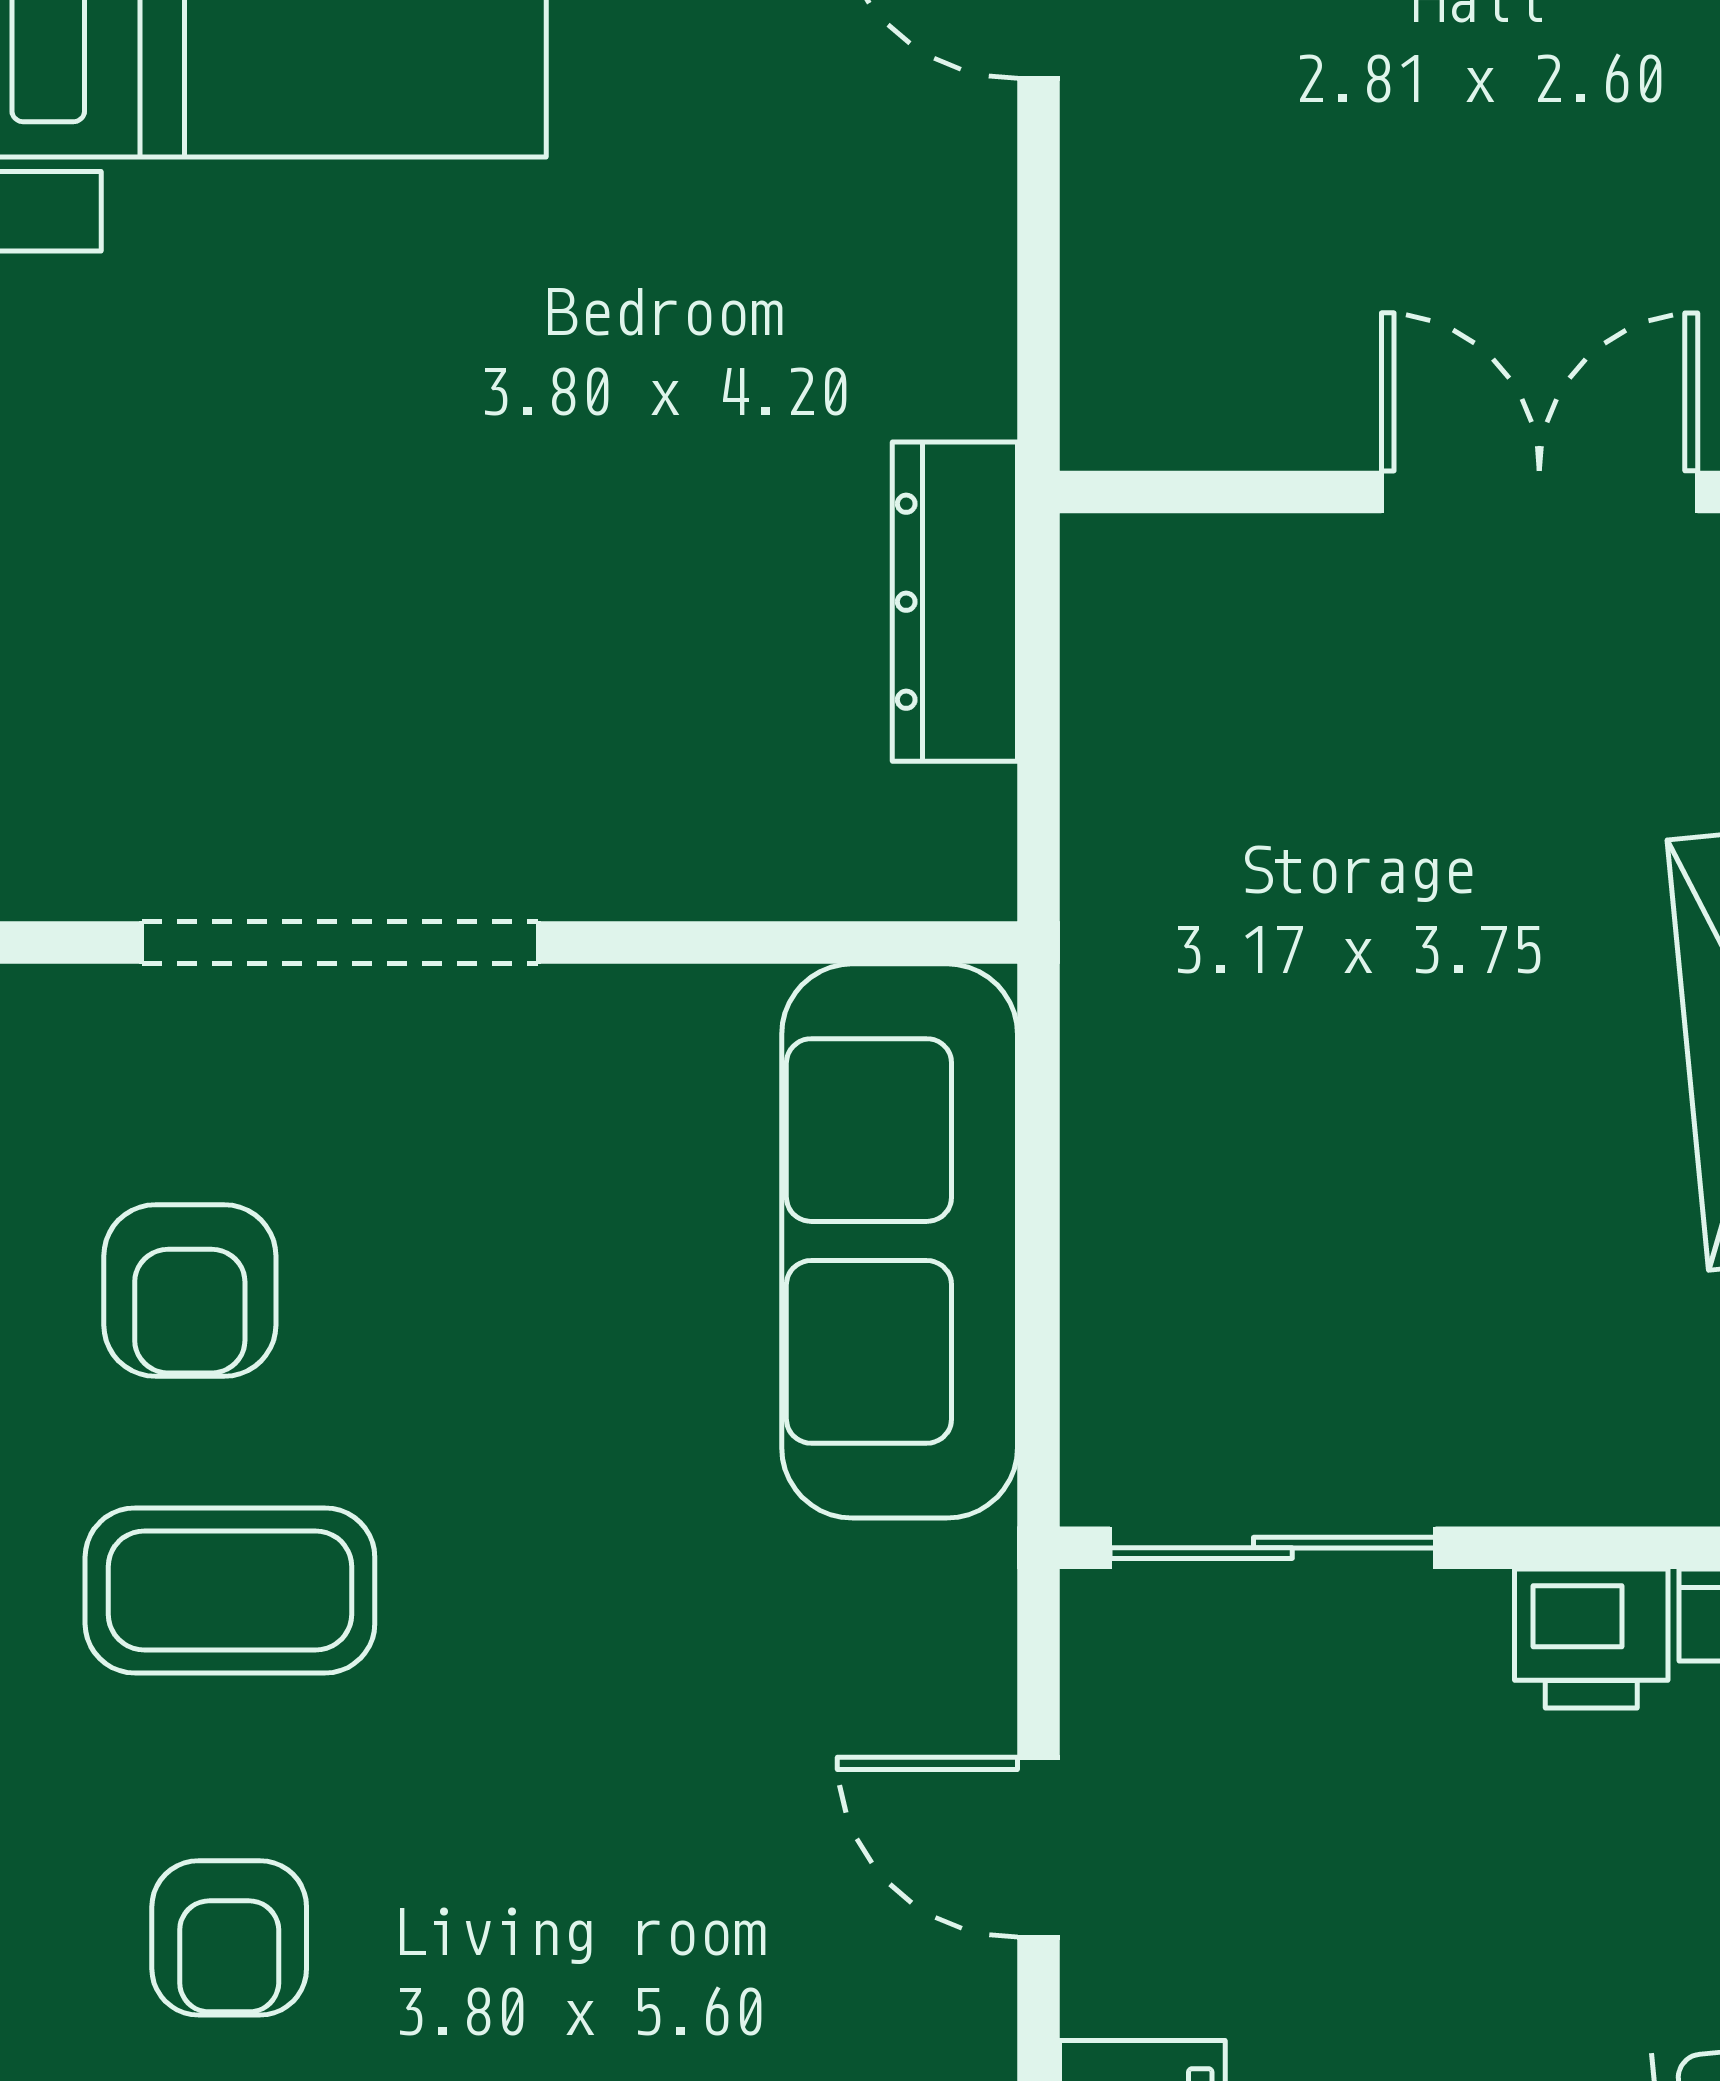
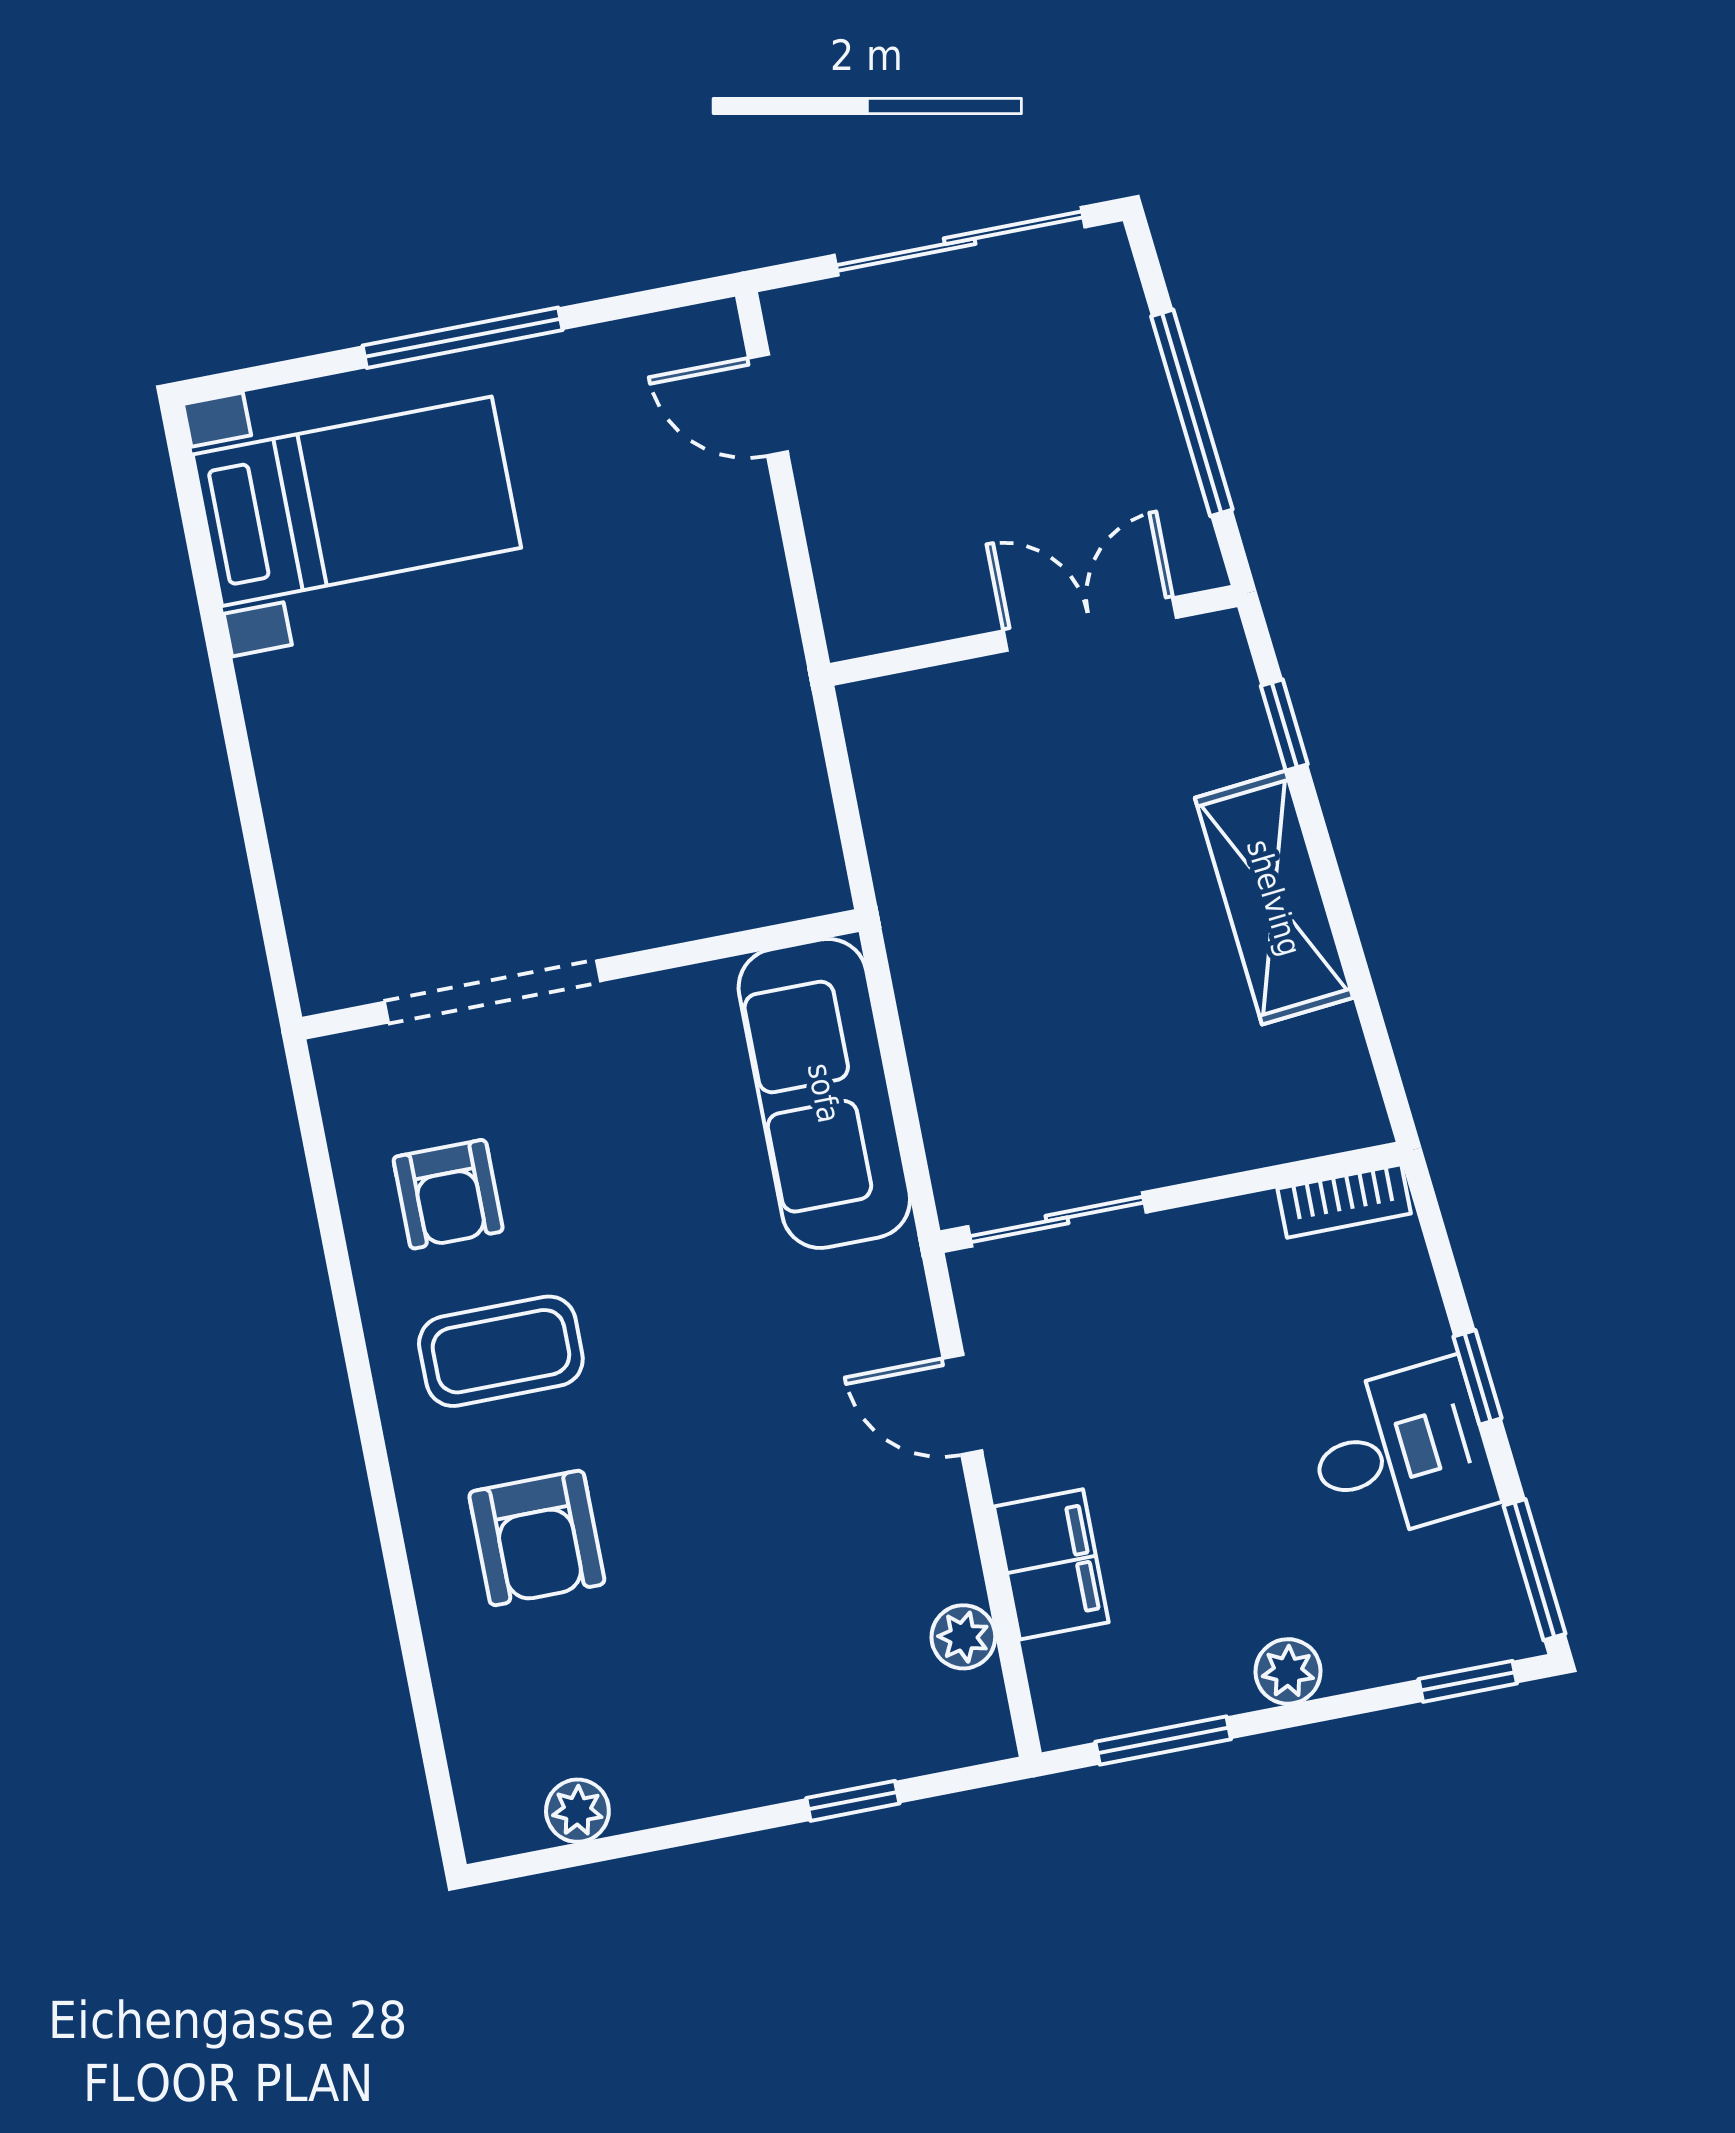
dresser: (955, 602) -> (787, 744), removed
printer: (1591, 1639) -> (1238, 1235), removed
armchair: (229, 1938) -> (537, 1538), width x1.38, depth x1.38

